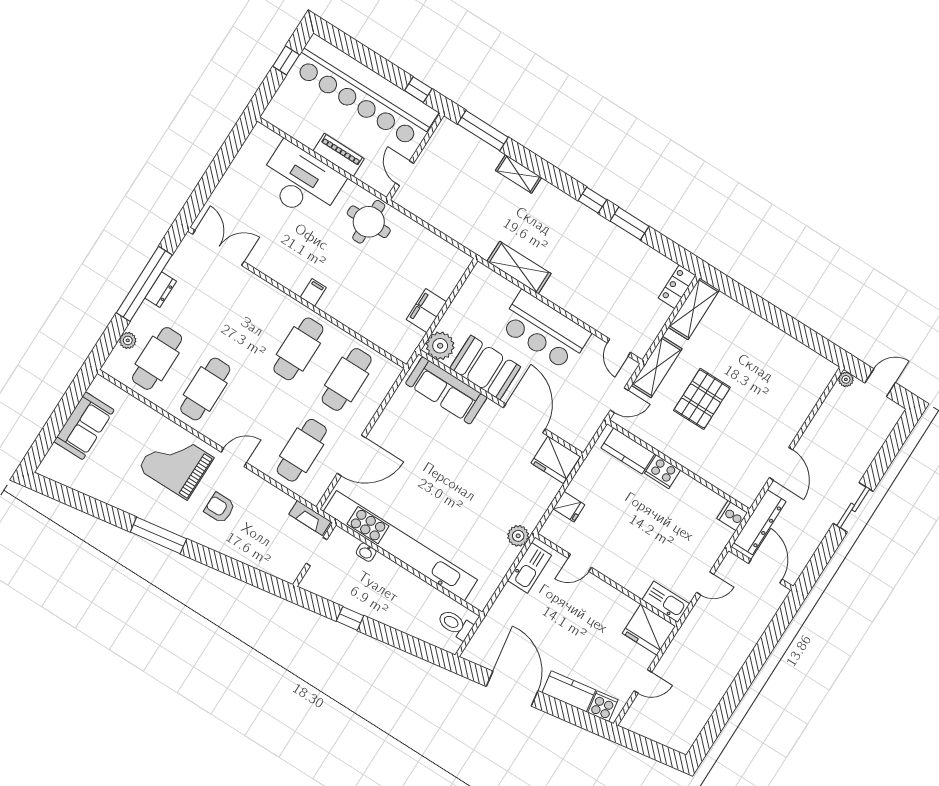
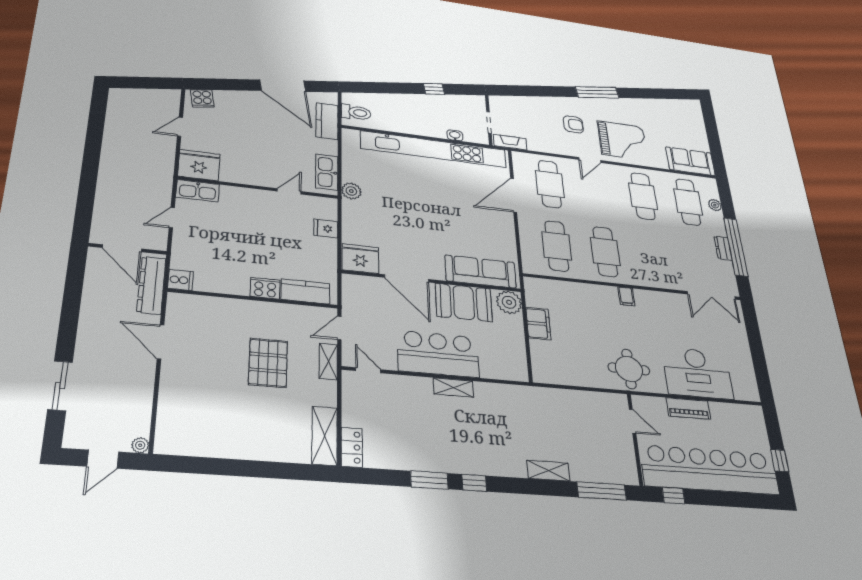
shelving: (519, 267) -> (453, 388), moved, width x0.67, depth x0.75
shelving: (657, 367) -> (328, 361), width x0.67, depth x0.75
sofa: (84, 426) -> (690, 161), moved, turned 90
sliding door: (853, 507) -> (60, 386), moved
kitchen counter: (569, 691) -> (327, 121), moved, turned 99

